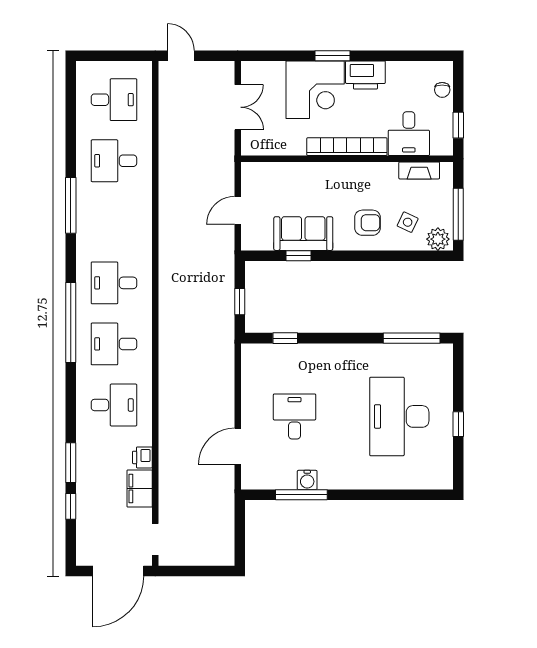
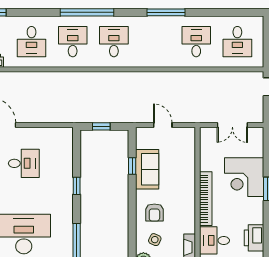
printer: (365, 75) -> (254, 238), moved
window: (285, 338) -> (77, 186), moved

